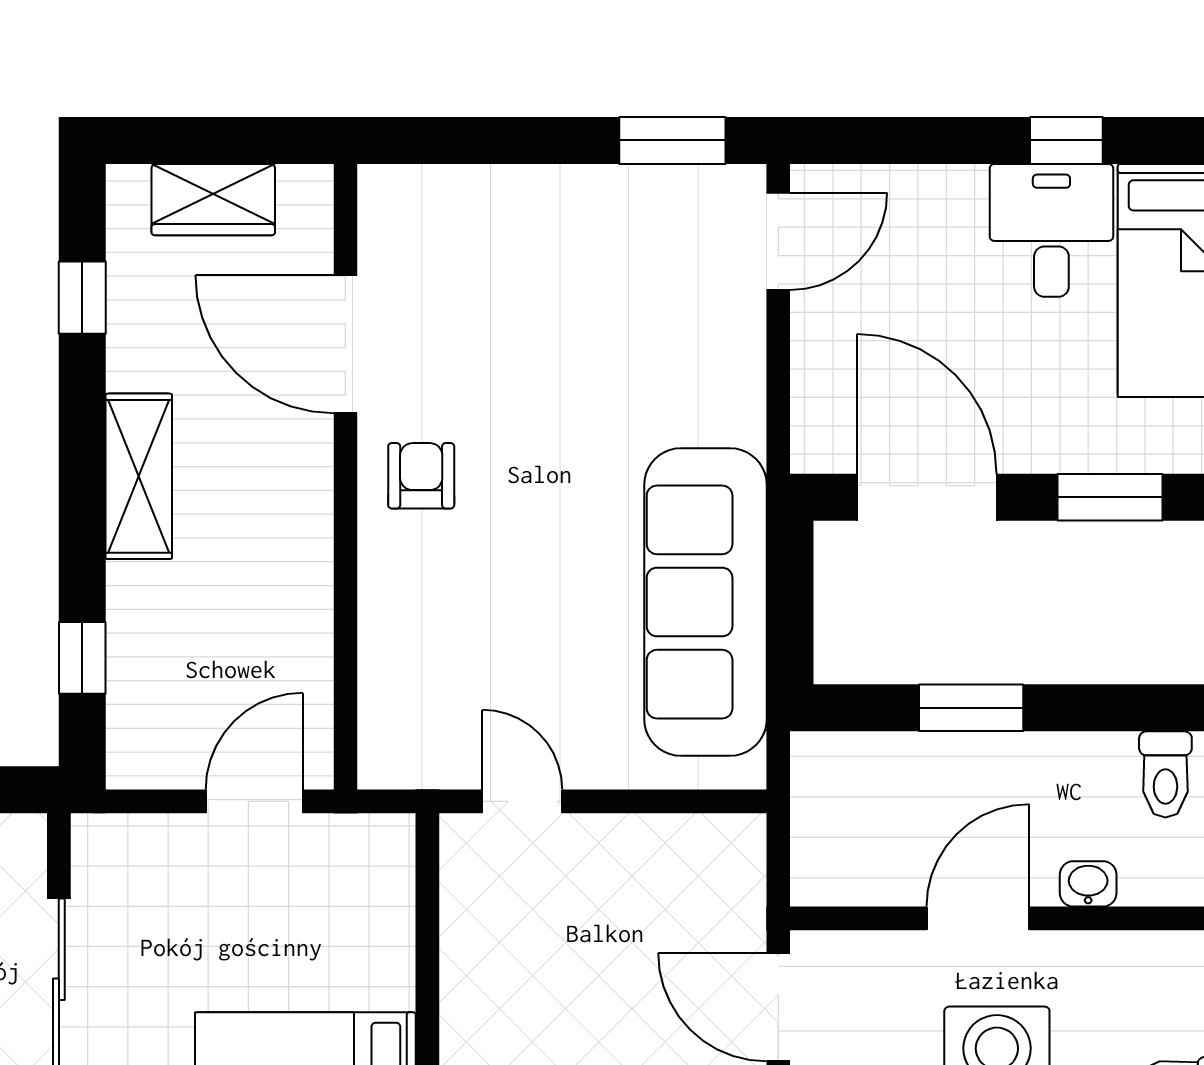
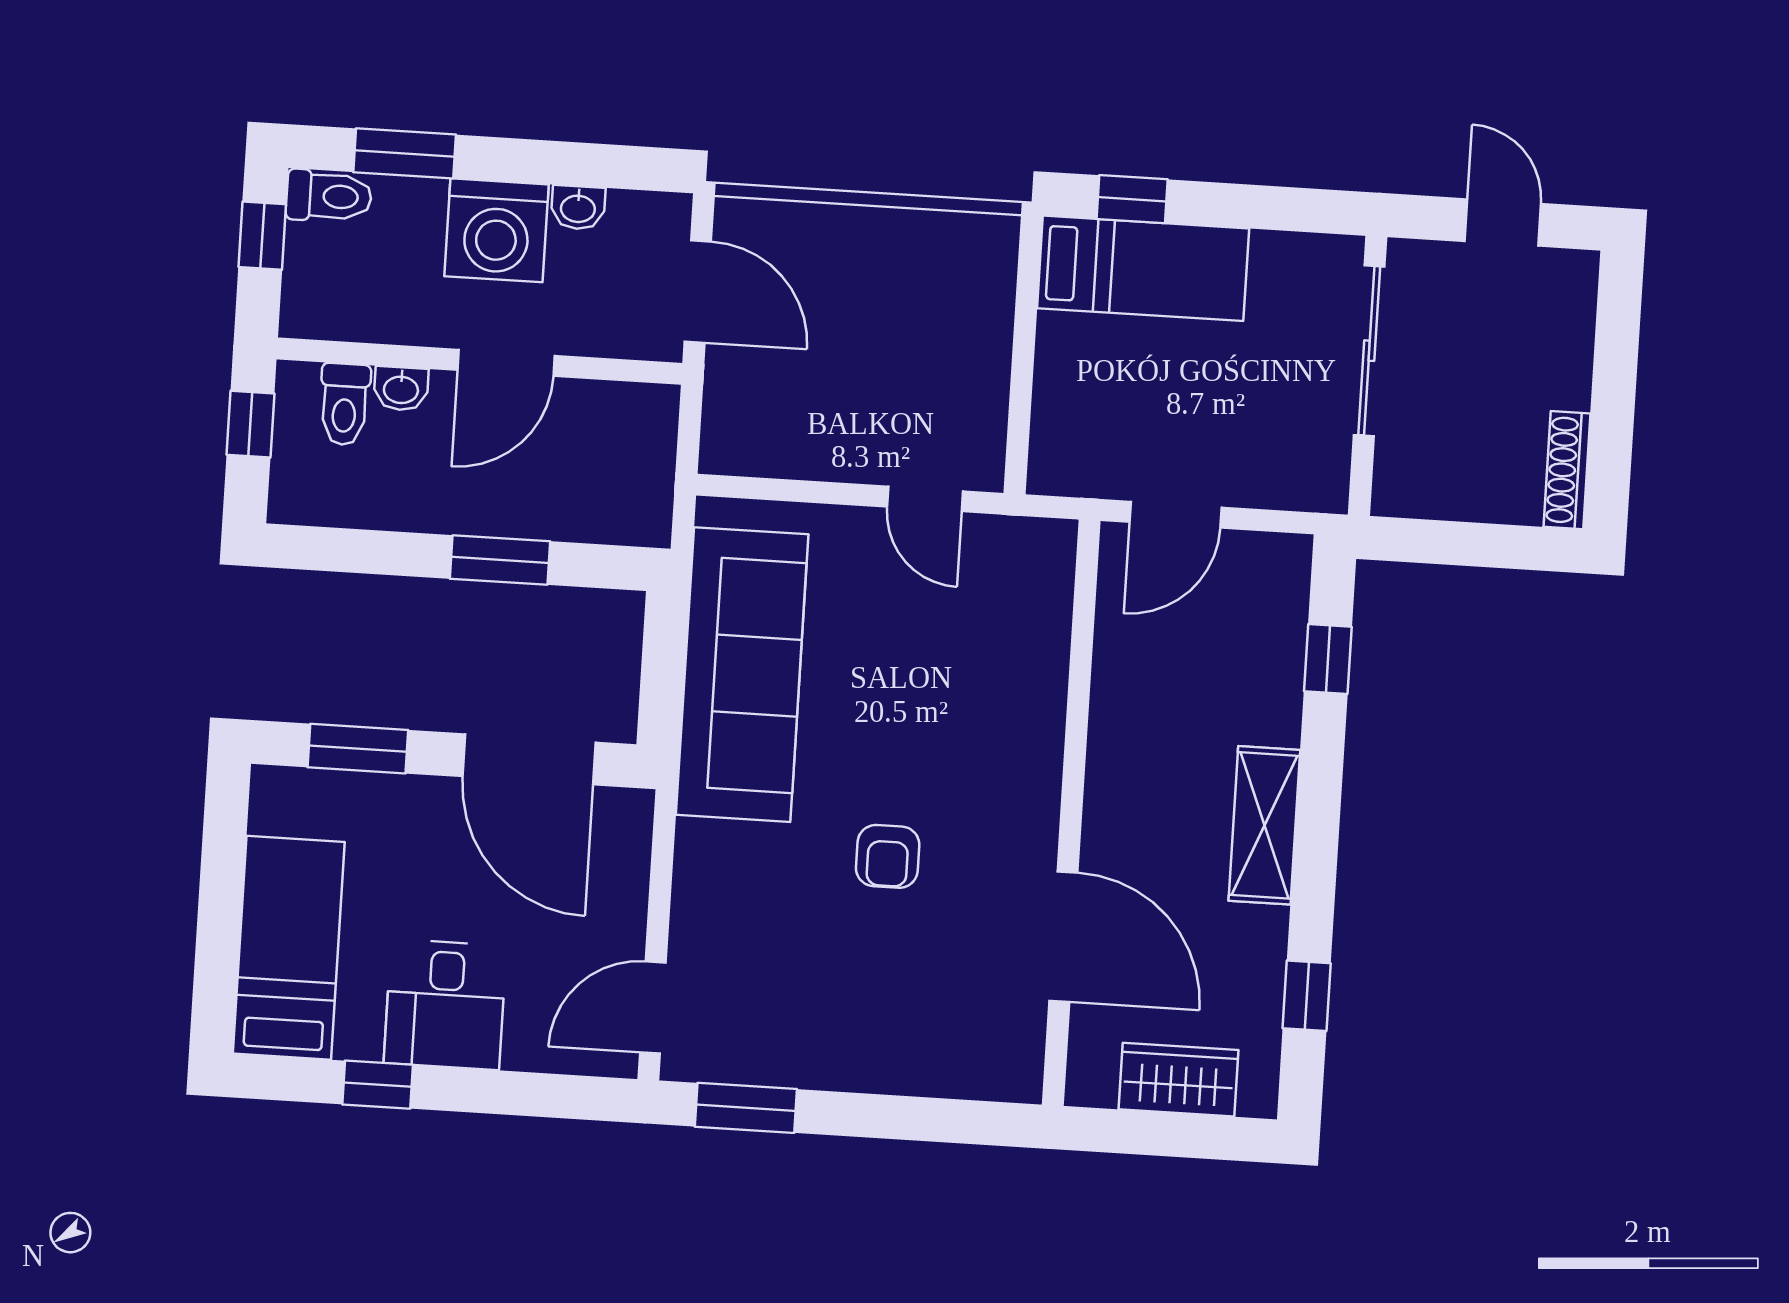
desk: (1051, 230) -> (445, 1005), moved
armchair: (421, 476) -> (888, 856), moved
toilet: (1165, 774) -> (345, 404), moved, turned 180

